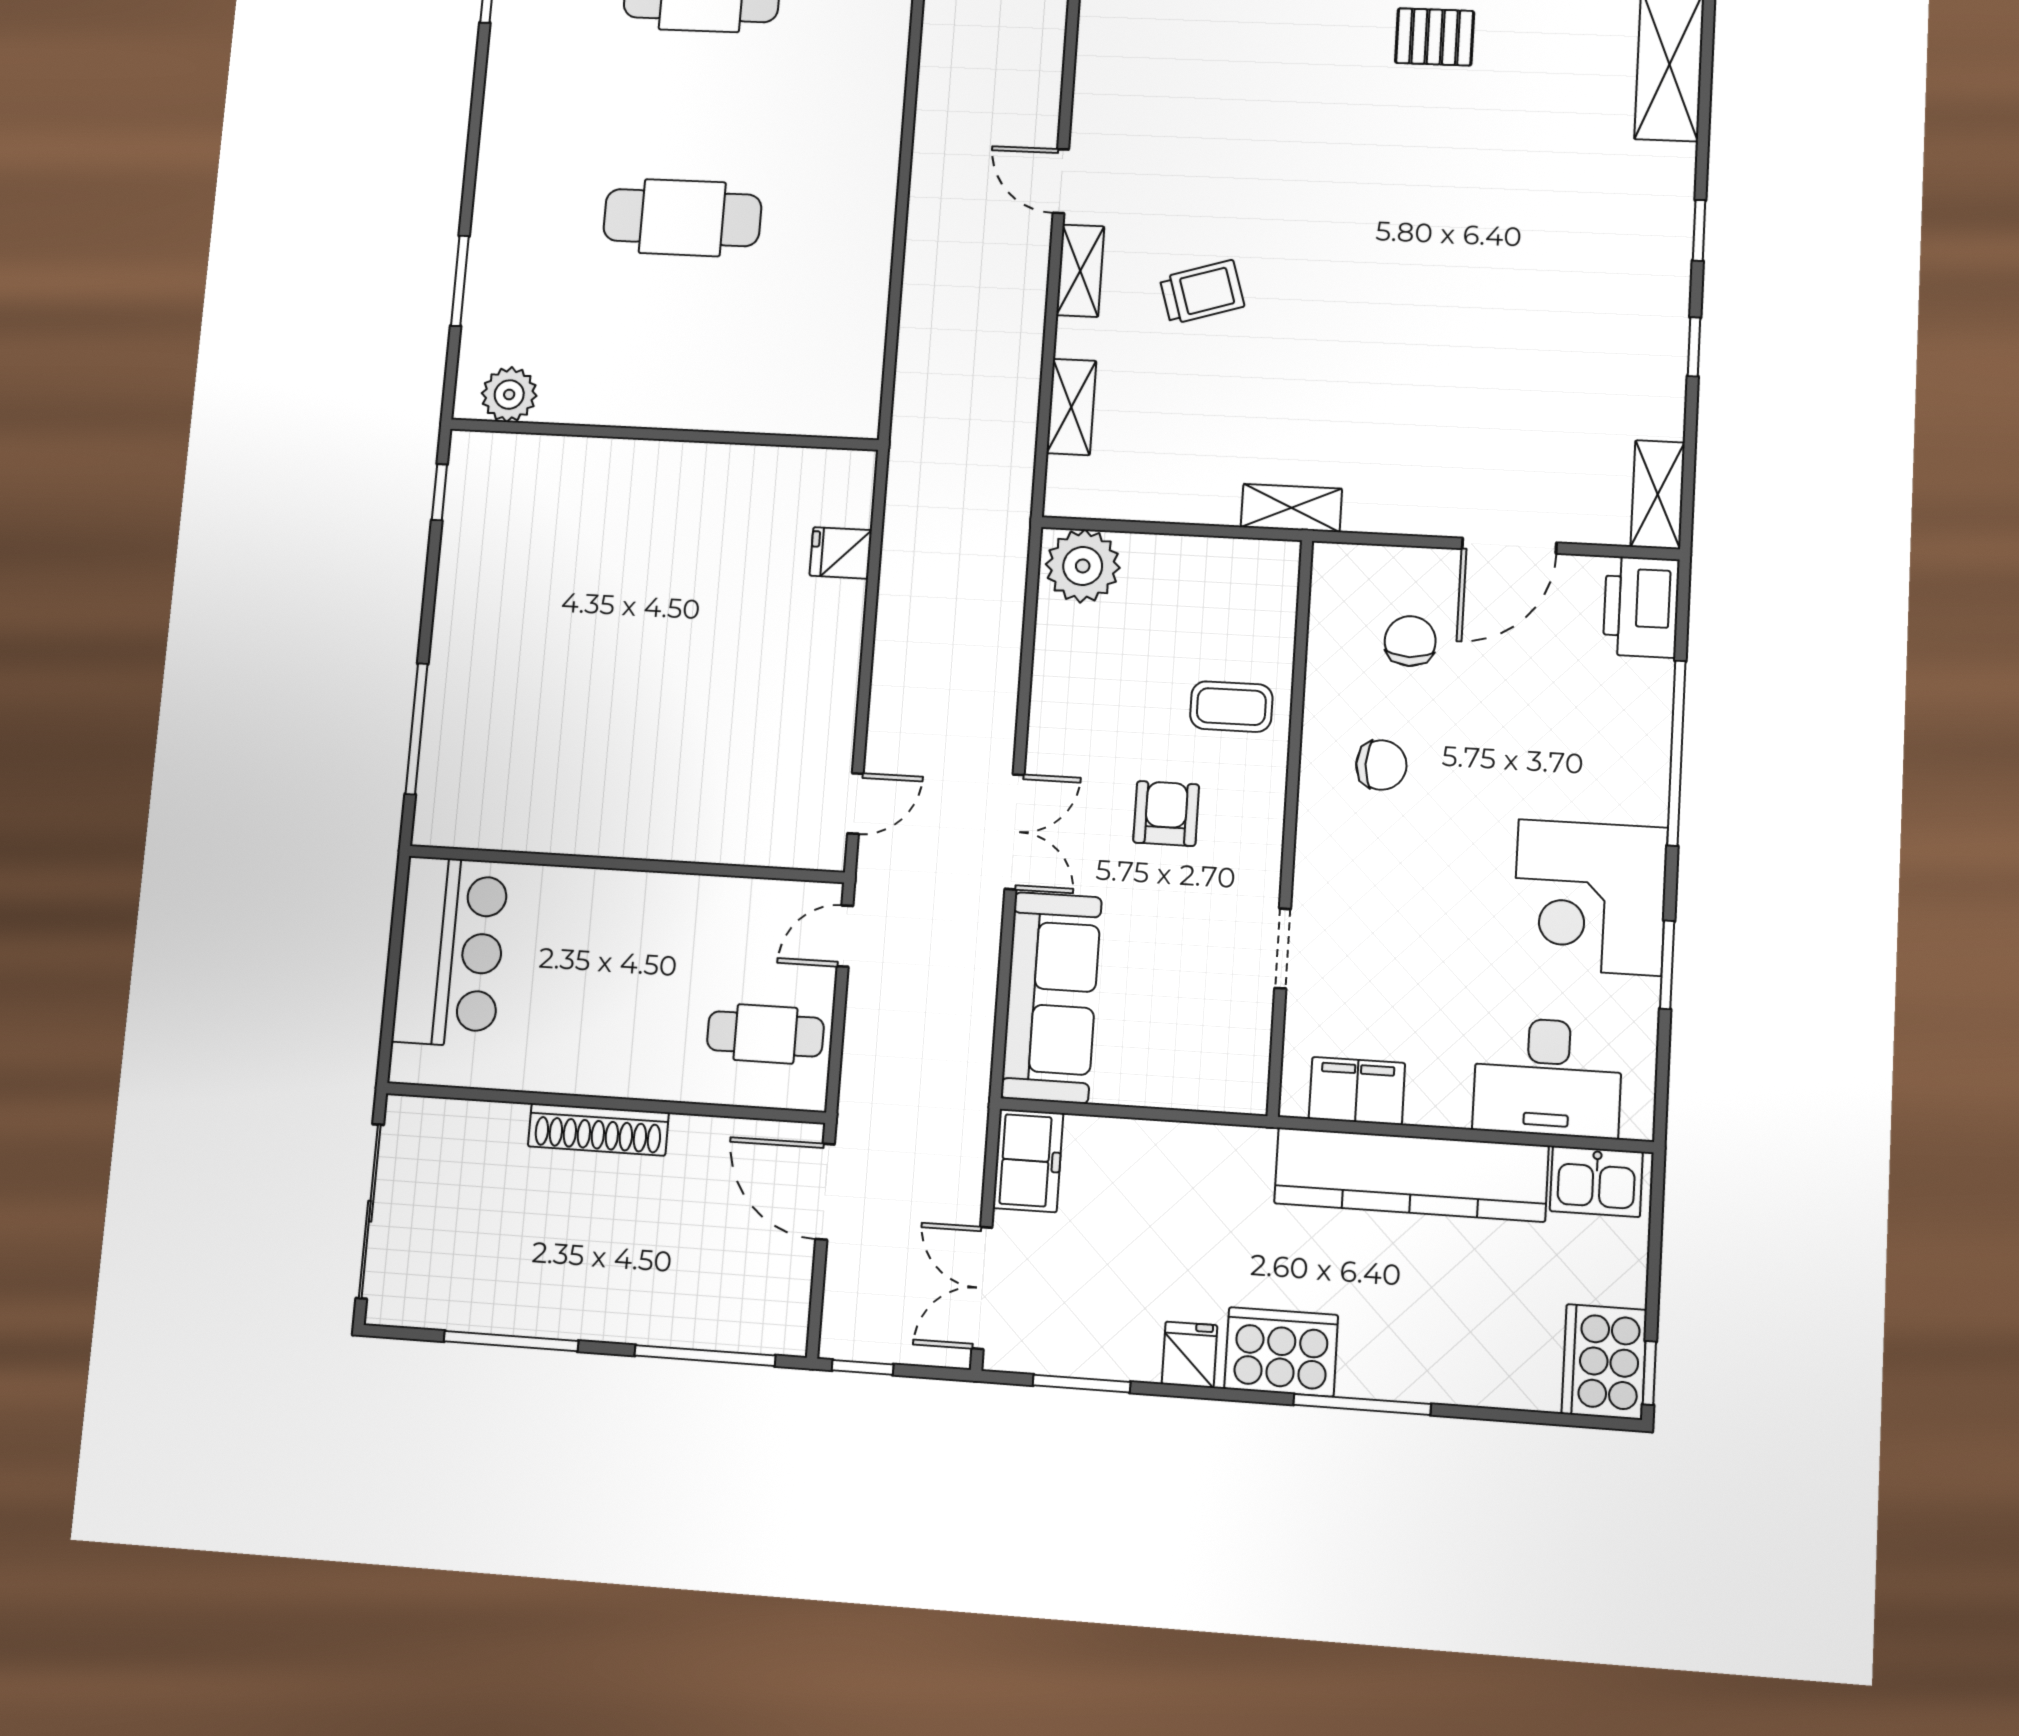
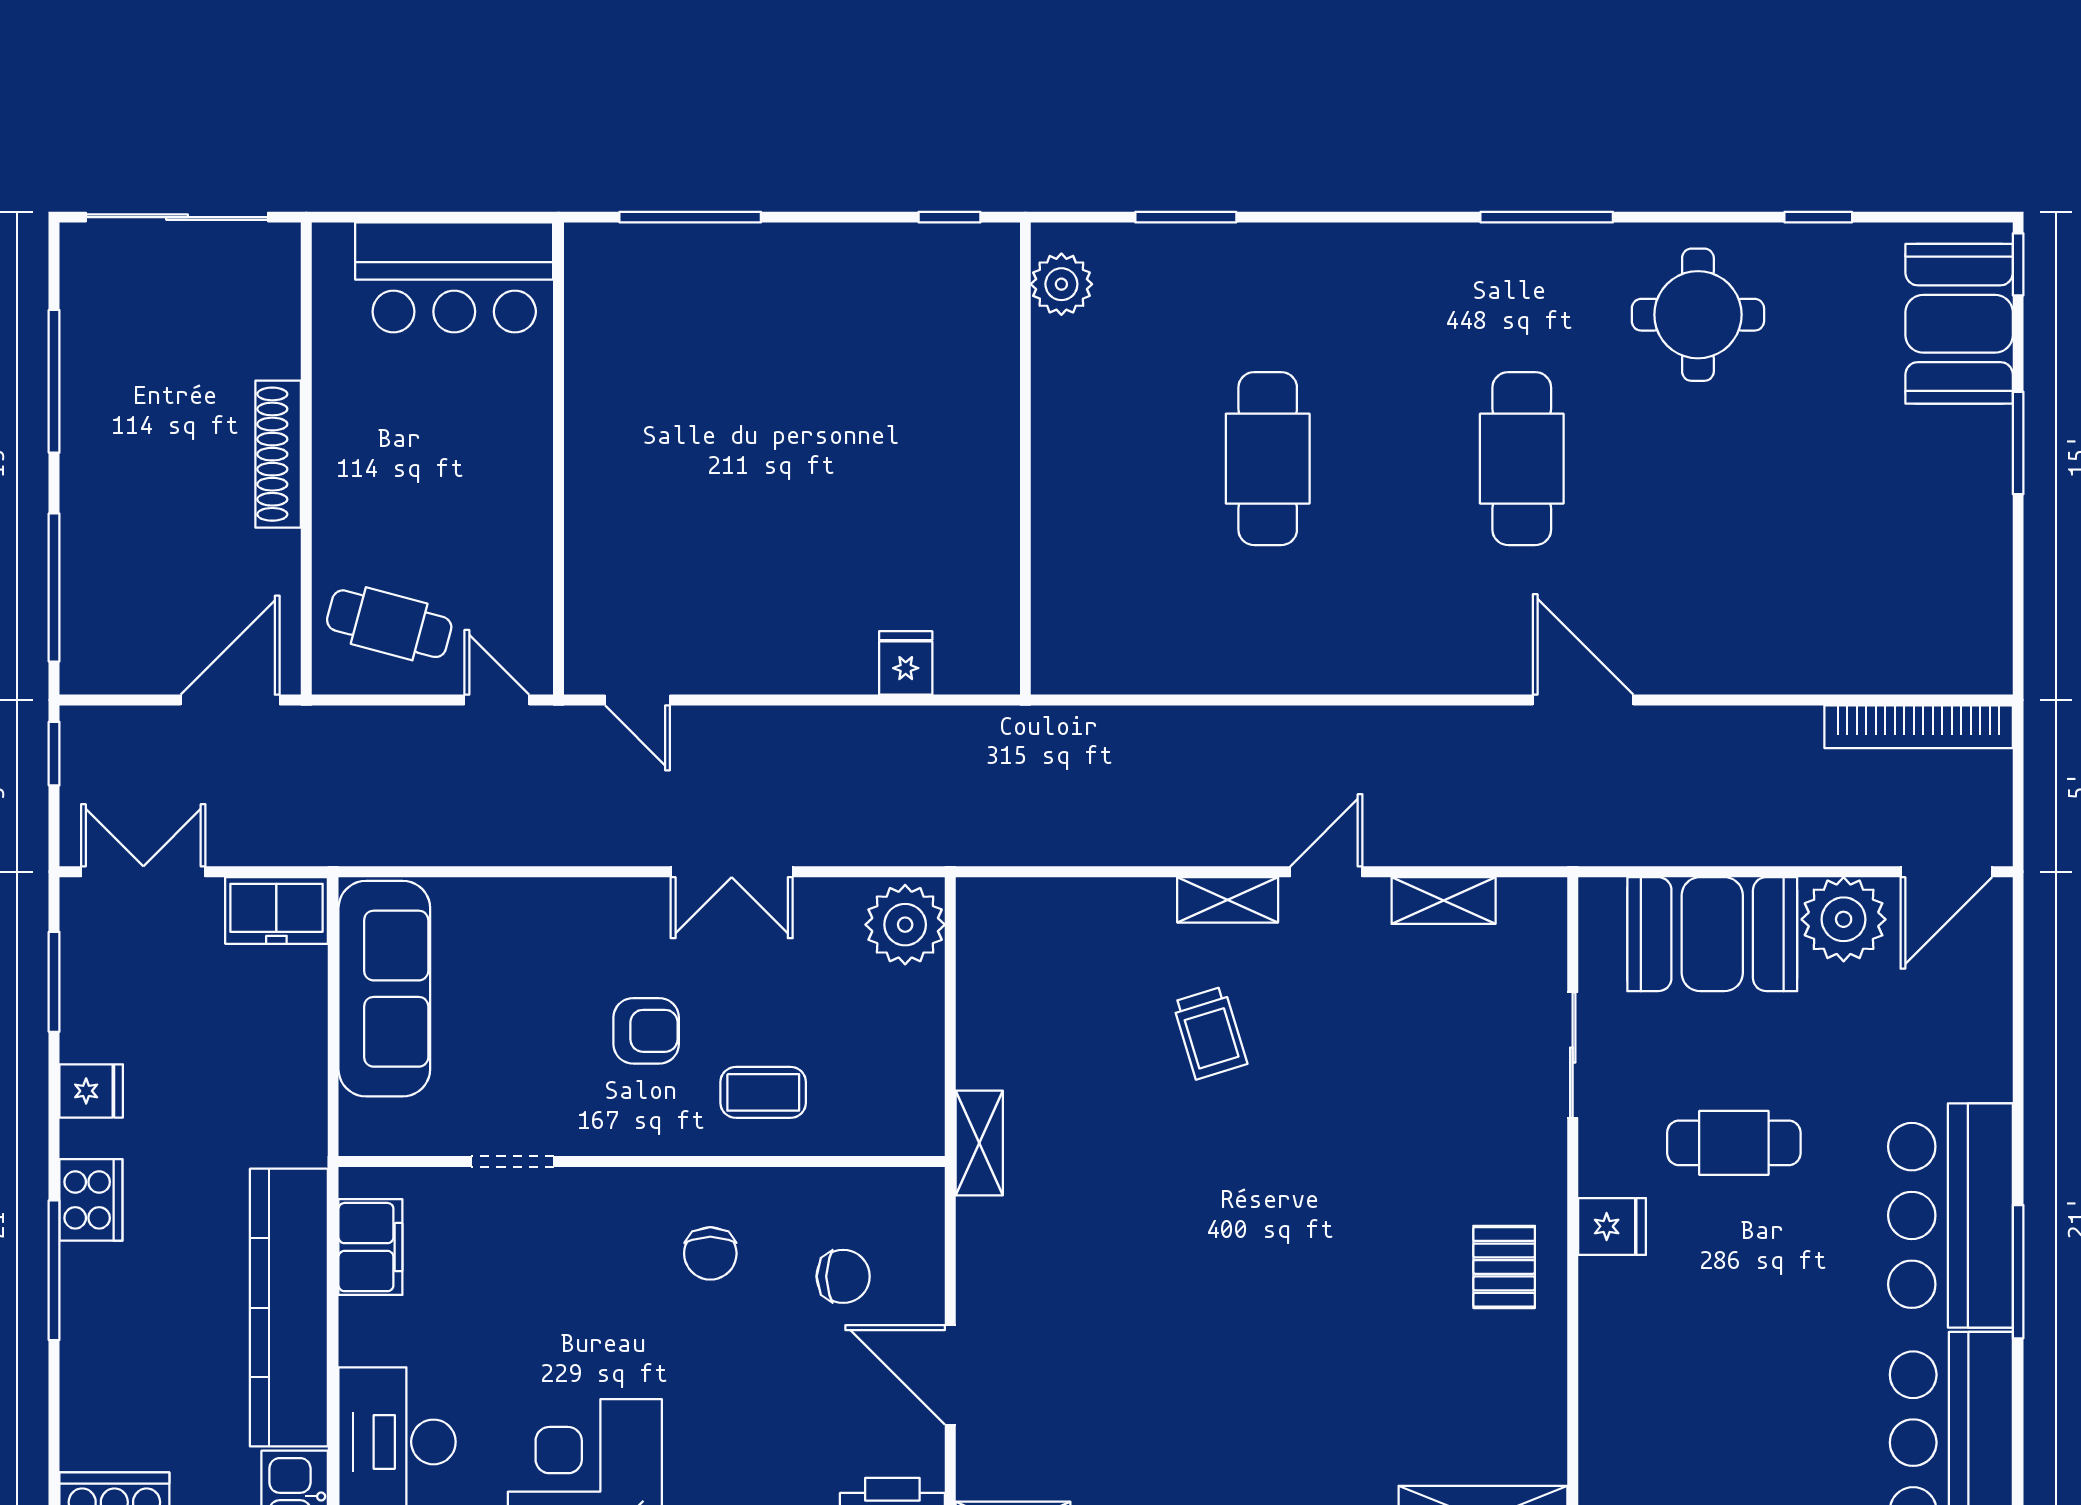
shelving: (1071, 407) -> (1444, 901), moved
coffee table: (1231, 707) -> (763, 1092), turned 90
double door: (1014, 832) -> (732, 872), moved
sofa: (1051, 998) -> (384, 989), moved, turned -90
cafe table: (765, 1034) -> (389, 624), turned -75
cooker: (1281, 1352) -> (91, 1200), width x0.73, depth x0.76

